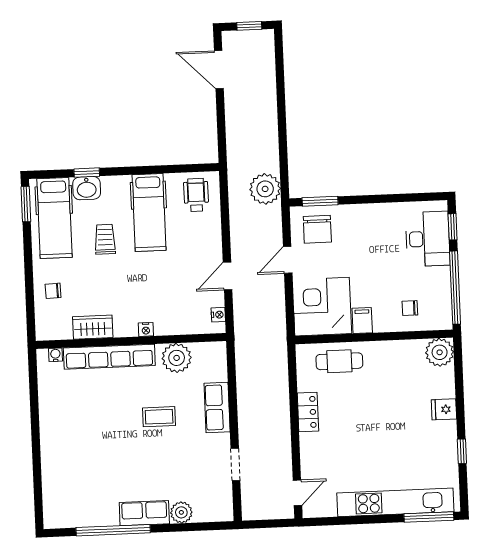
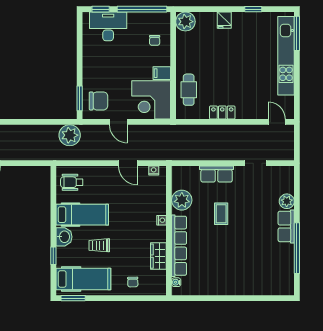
washbasin: (87, 188) -> (64, 237), moved

